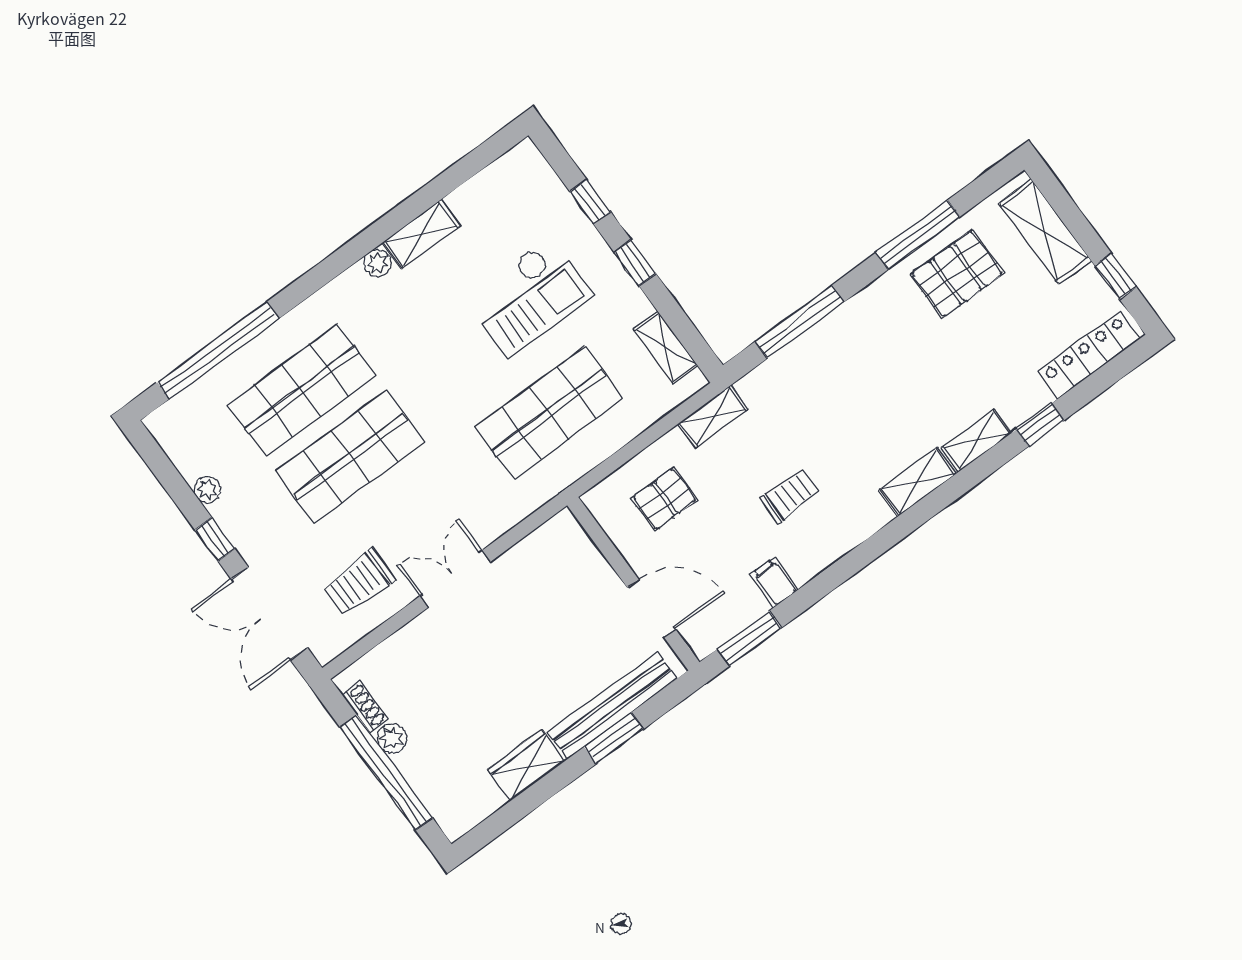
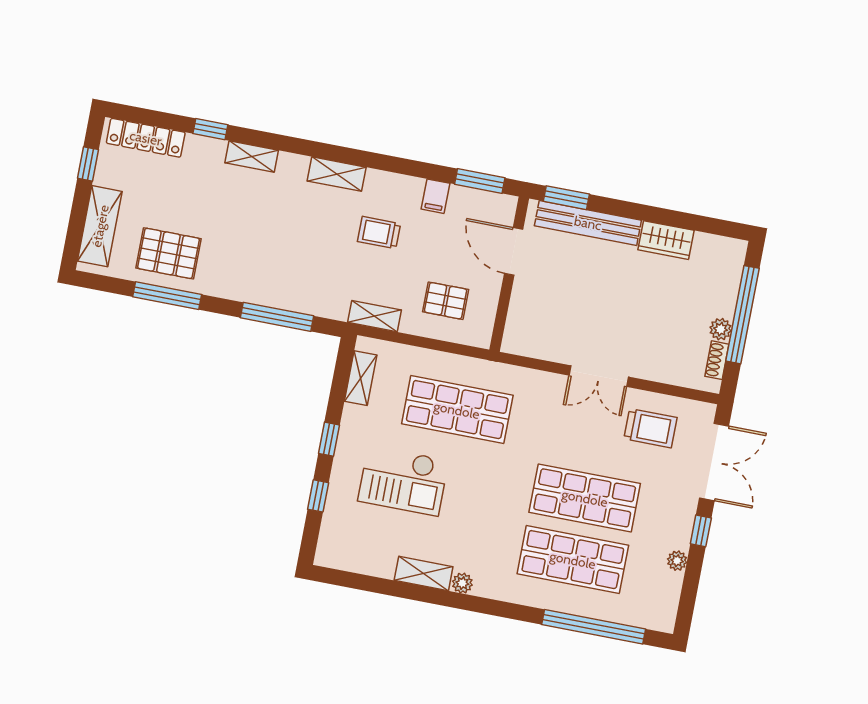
checkout: (529, 297) -> (403, 481), turned 180
shelving: (918, 482) -> (337, 174), moved
window: (614, 738) -> (566, 198), moved

